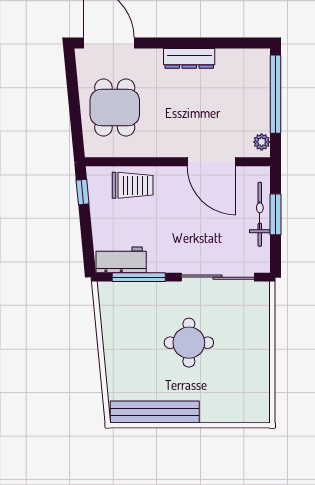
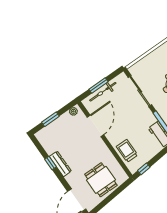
window: (202, 43) -> (51, 163), added
window: (275, 94) -> (50, 119), width x0.47
dining table: (115, 108) -> (101, 180), turned 90

